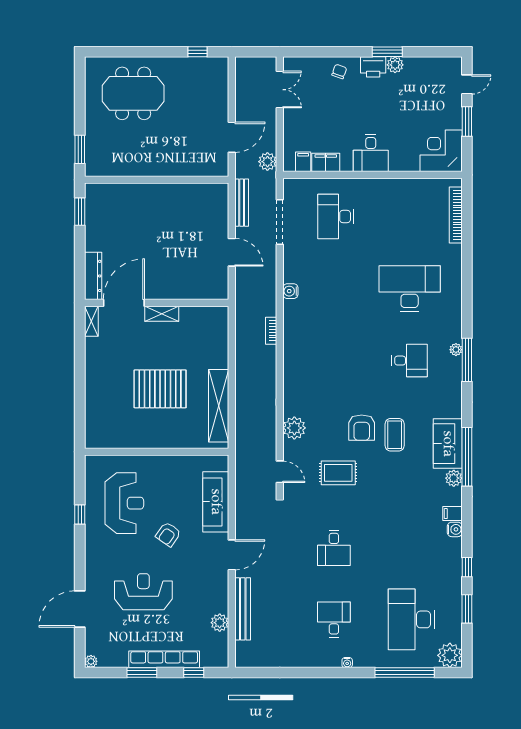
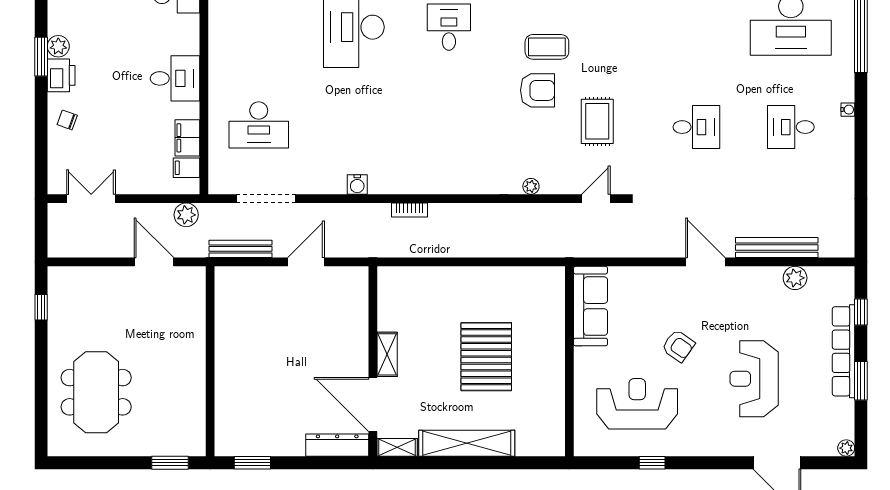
shelving: (219, 406) -> (467, 443), moved
plant: (294, 428) -> (531, 186), width x0.53, depth x0.53
sofa: (216, 502) -> (590, 306), moved, turned -90

